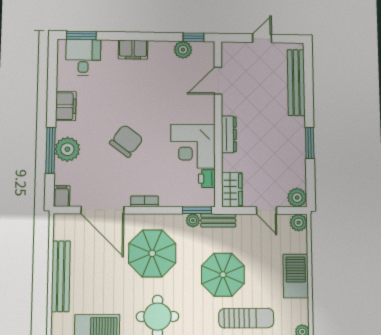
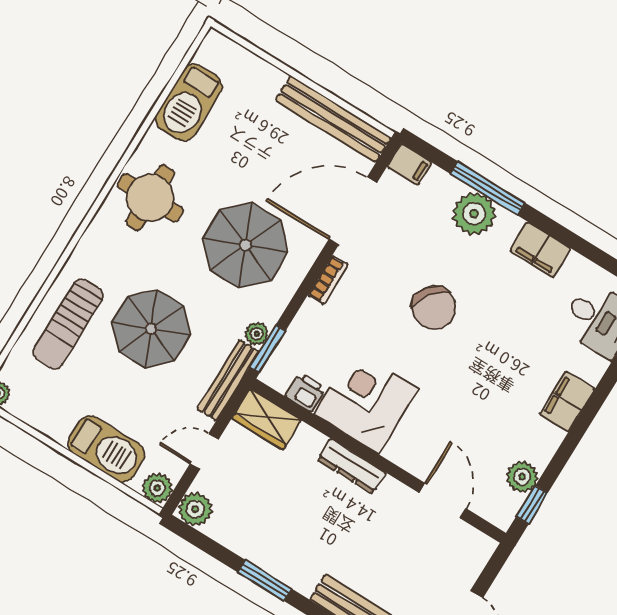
bench: (218, 220) -> (228, 380), width x1.36
bench: (61, 276) -> (333, 119), moved
barbecue: (296, 276) -> (106, 449), moved

